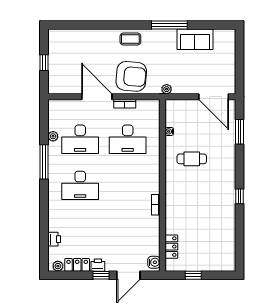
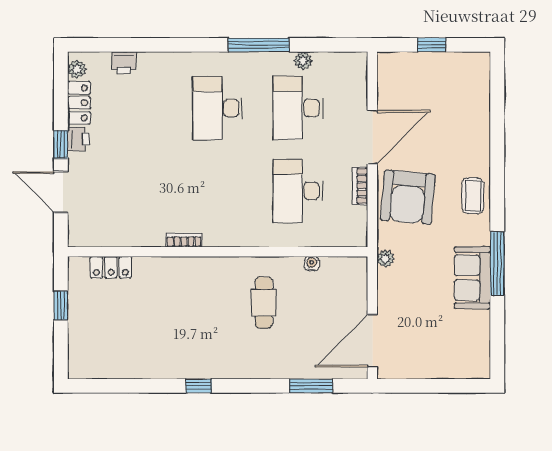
sofa: (195, 39) -> (472, 278), moved
water cooler: (154, 262) -> (83, 237), removed

